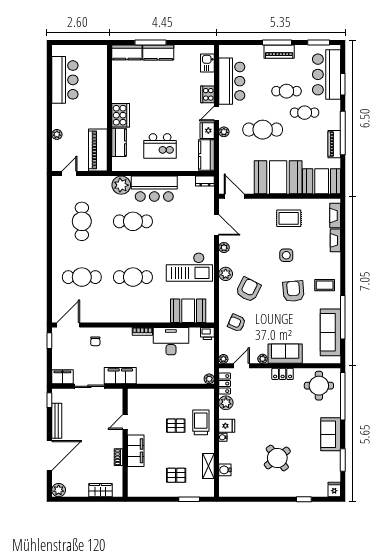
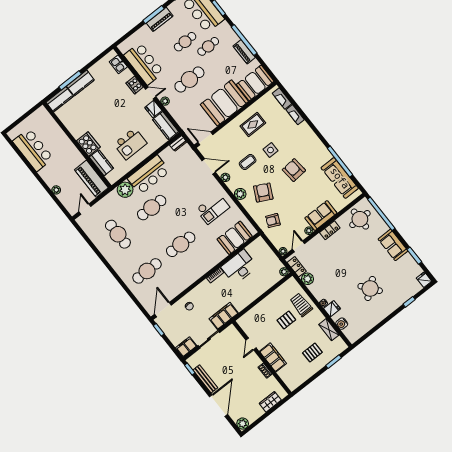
door: (216, 114) -> (151, 93), swing flipped
checkout: (189, 267) -> (213, 208), width x0.73, depth x0.83
coffee table: (325, 285) -> (248, 162), moved
printer: (207, 333) -> (259, 243), removed
fridge: (227, 426) -> (332, 309), moved

